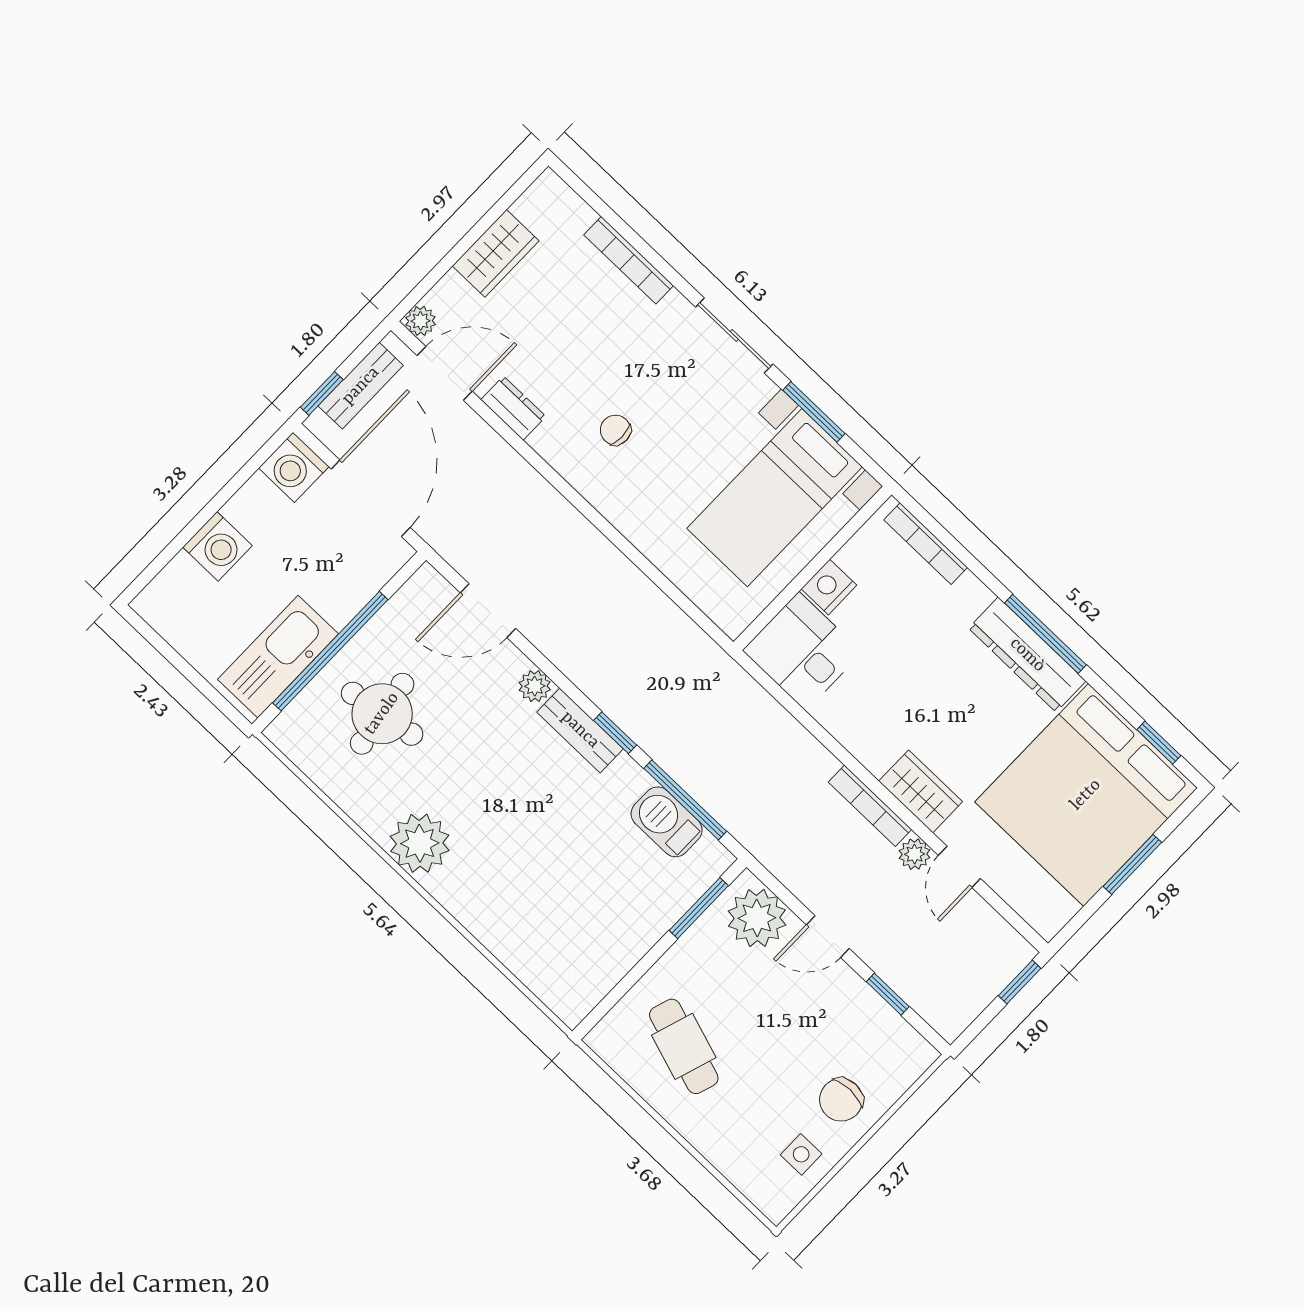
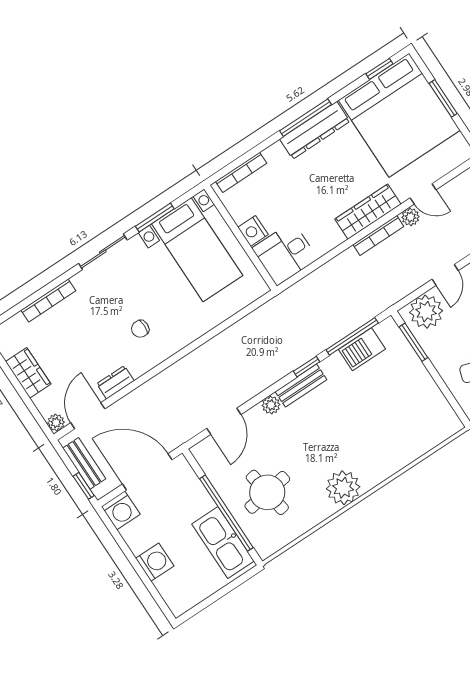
wardrobe: (921, 791) -> (368, 212), width x1.50

